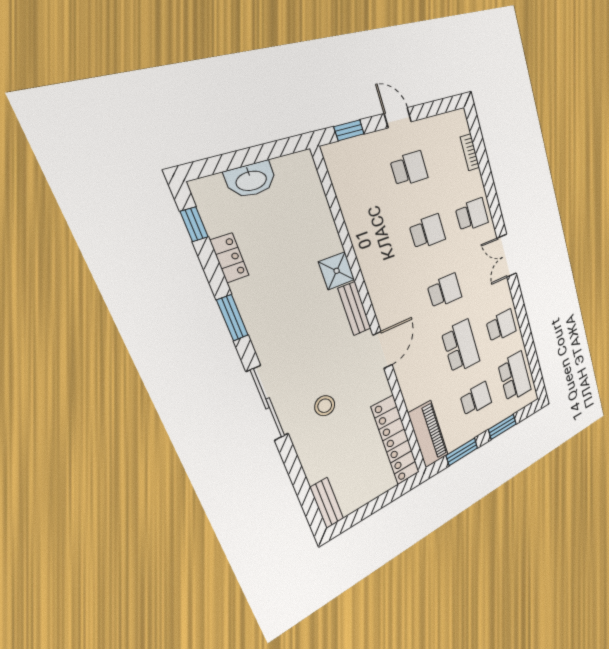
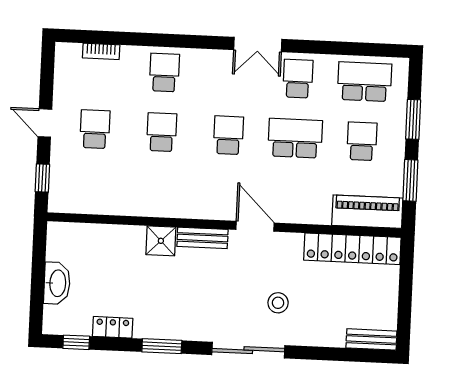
door: (398, 118) -> (45, 123), hinge flipped
double door: (507, 256) -> (258, 44), moved

